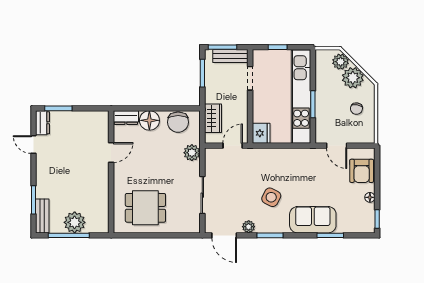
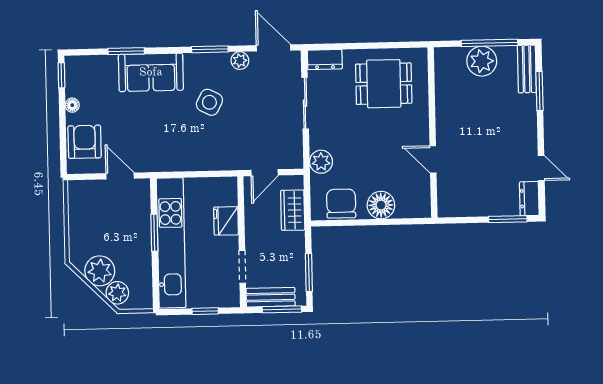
chair: (356, 109) -> (94, 228), removed
dresser: (126, 118) -> (325, 60), moved, turned 180
fridge: (261, 133) -> (226, 221), moved
door: (111, 152) -> (433, 159), hinge flipped

